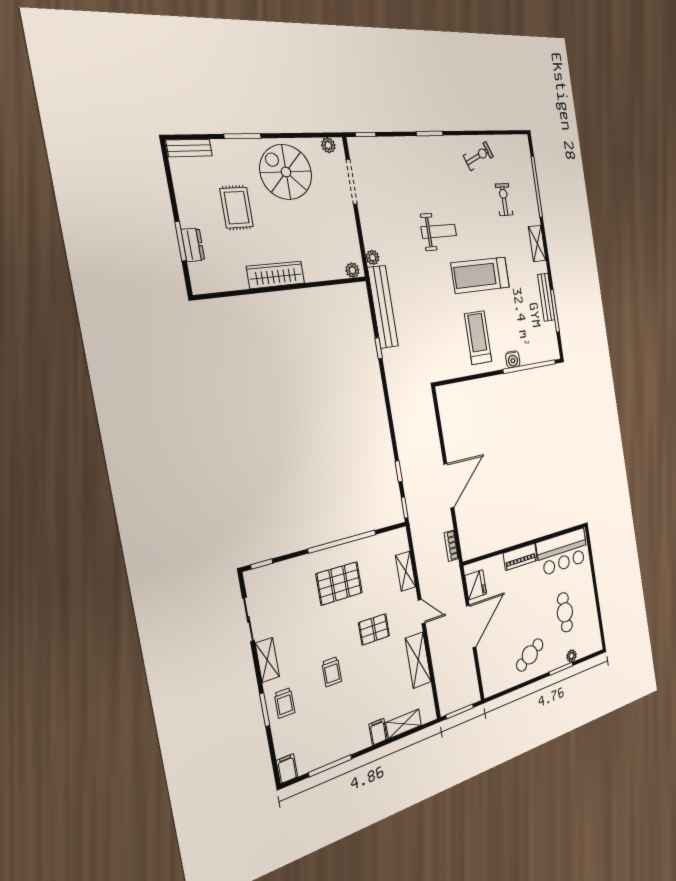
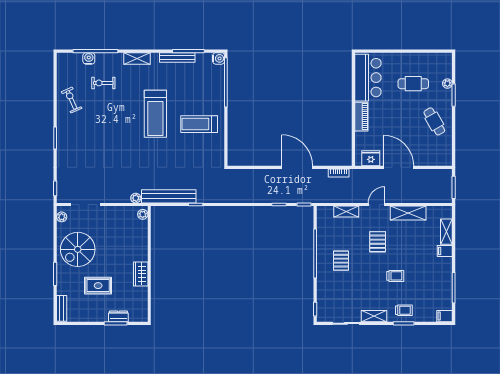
water cooler: (528, 178) -> (89, 58), added
weight bench: (439, 231) -> (122, 143), removed
wardrobe: (276, 275) -> (141, 274), width x0.67
water cooler: (513, 359) -> (219, 58), moved
pallet: (339, 583) -> (341, 261), width x0.67, depth x0.71

